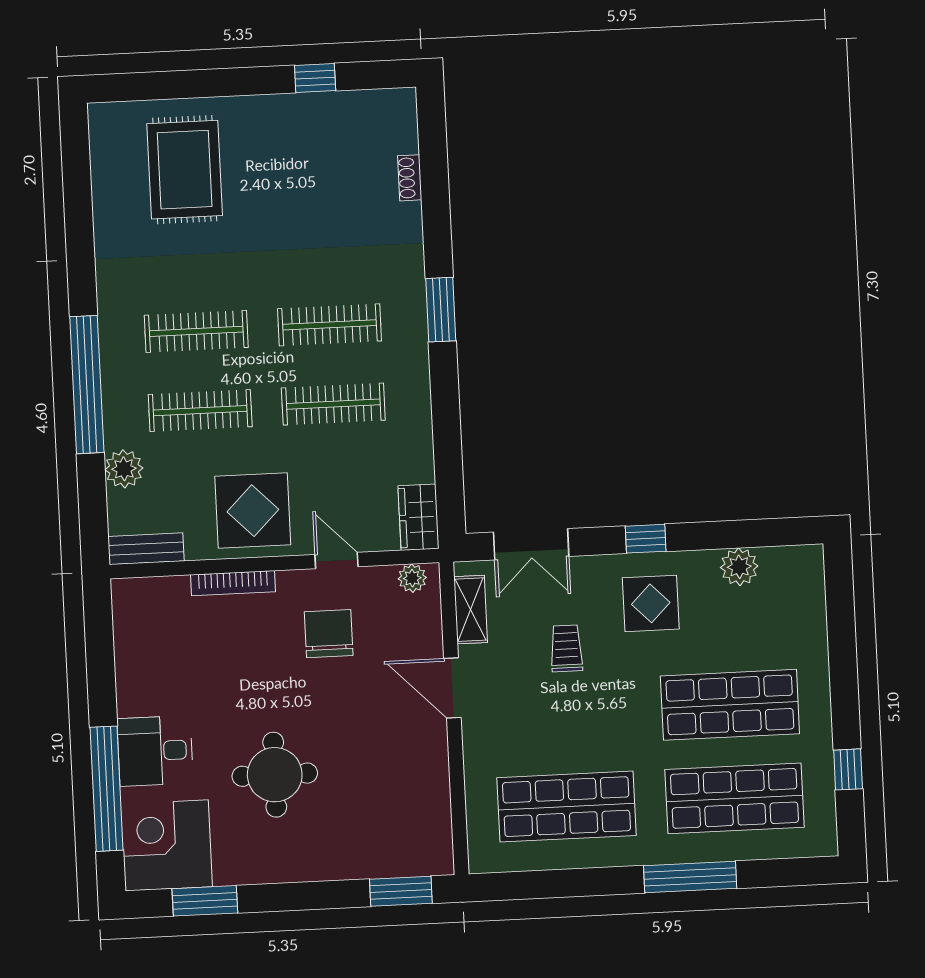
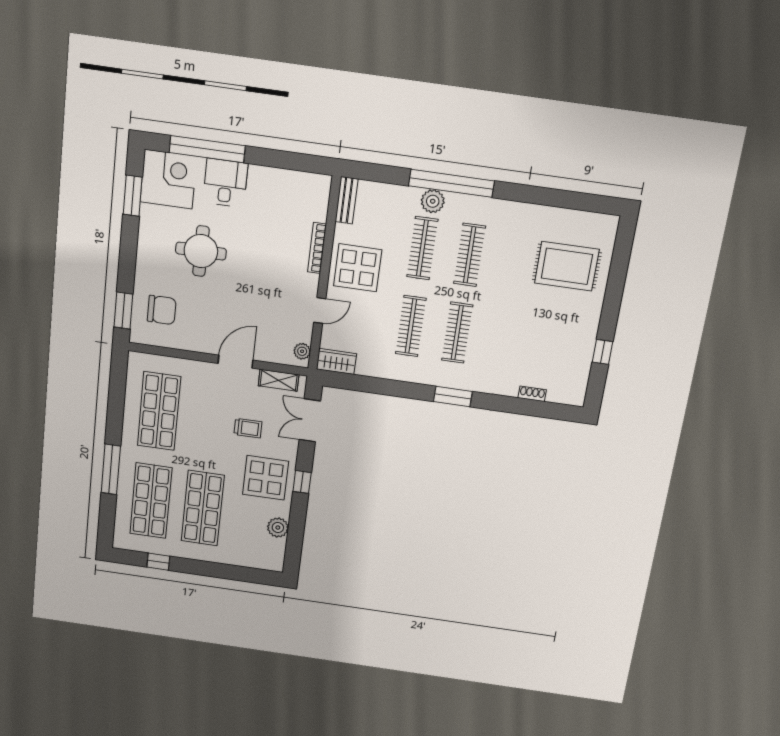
plant: (124, 469) -> (433, 201), moved
display table: (651, 603) -> (266, 478), width x1.36, depth x1.36
chair: (329, 634) -> (162, 310), moved

